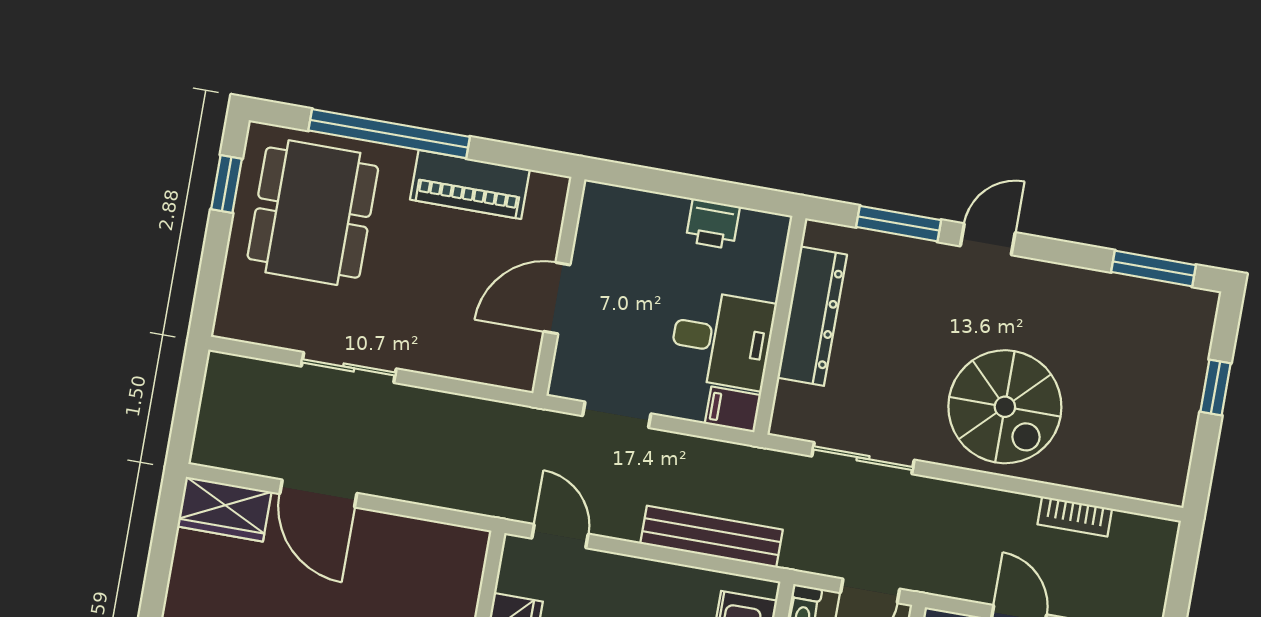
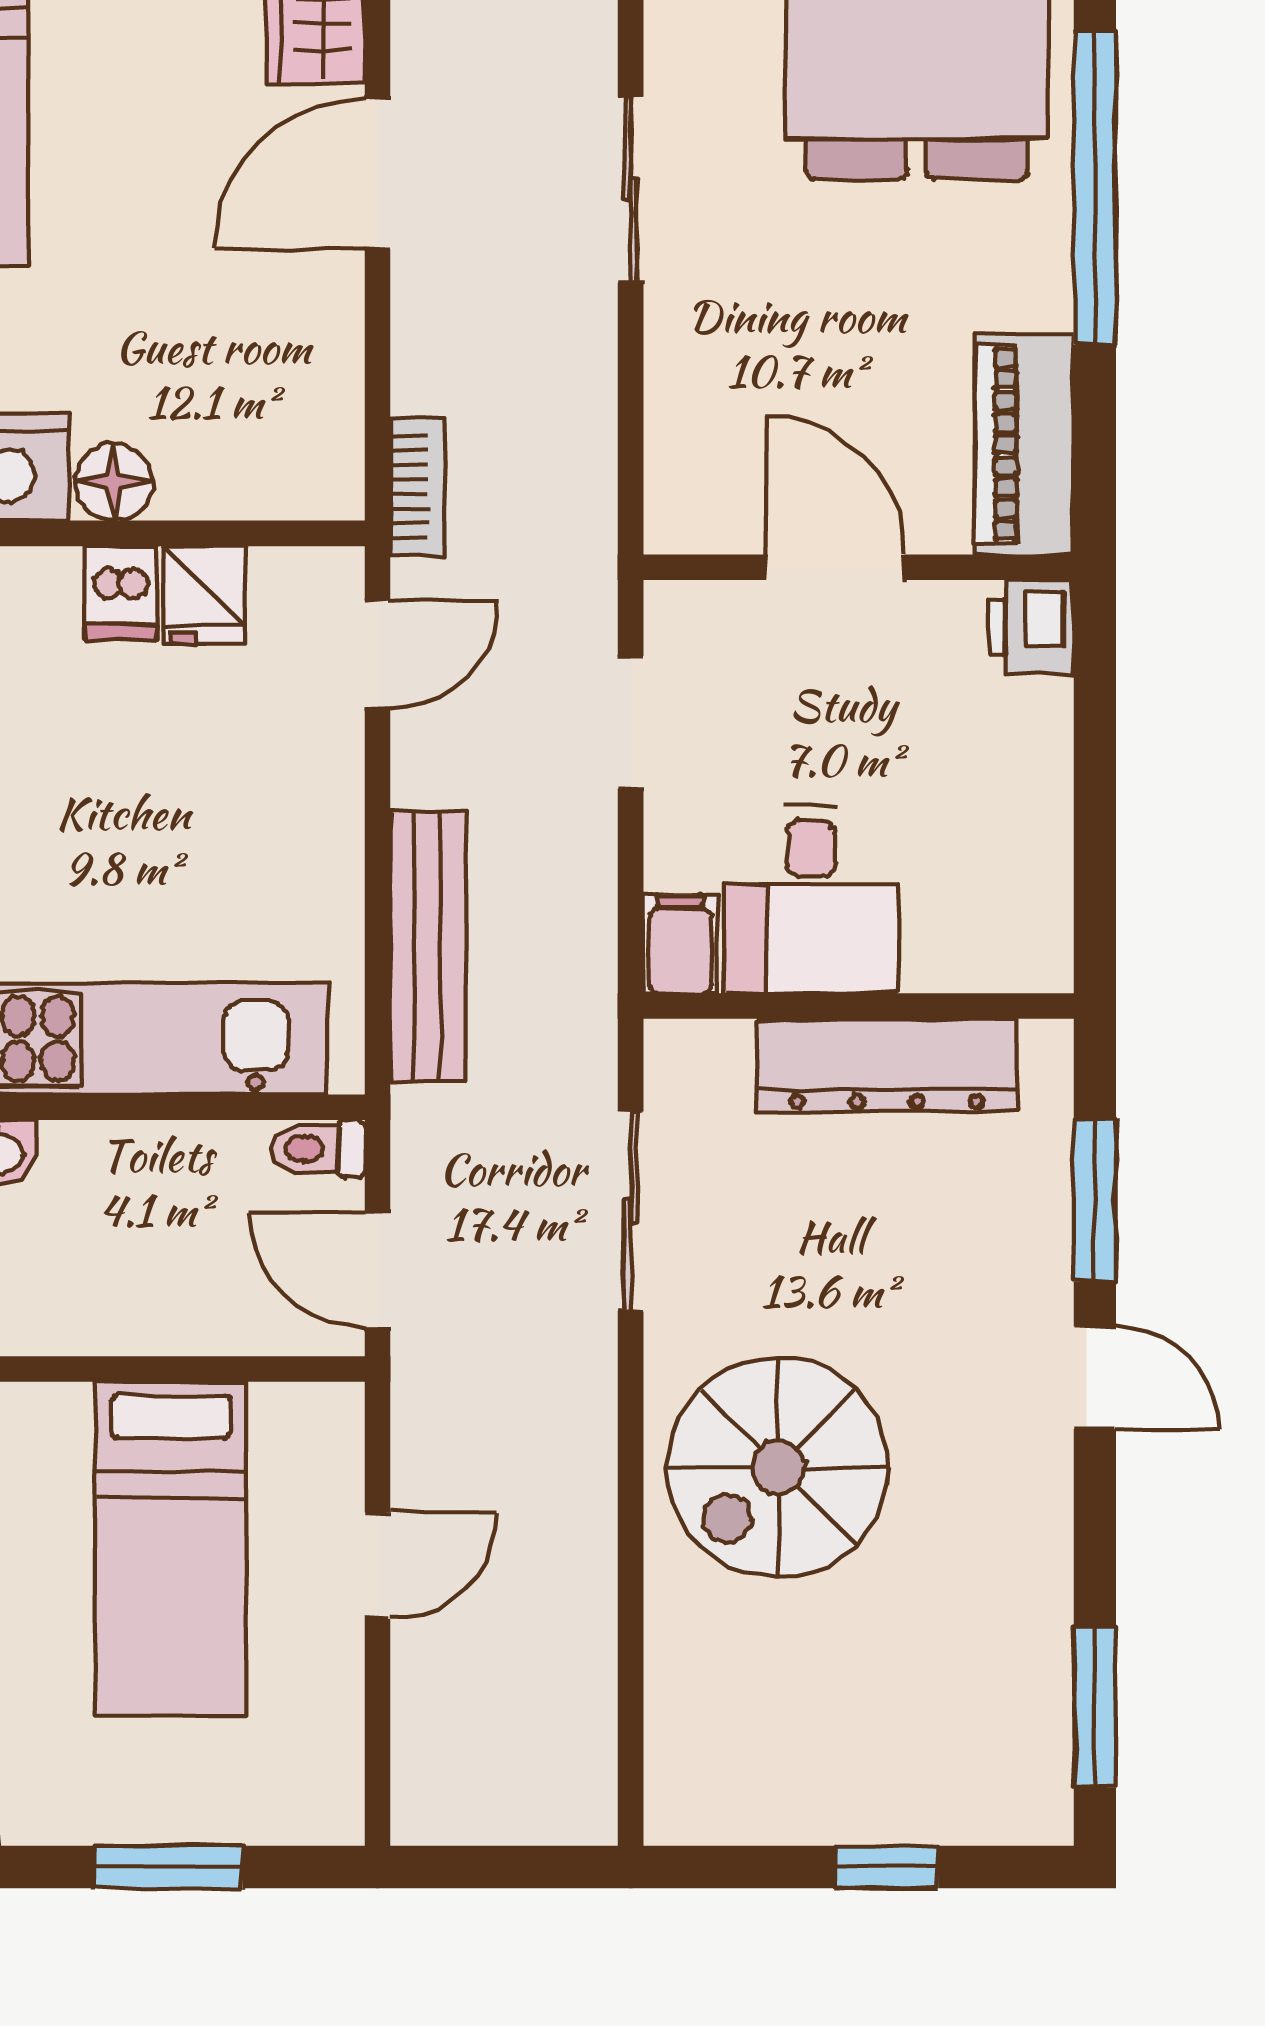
piano: (470, 185) -> (1024, 444), moved
printer: (713, 224) -> (1031, 627), moved
bookcase: (1075, 517) -> (418, 487), moved, turned 180

